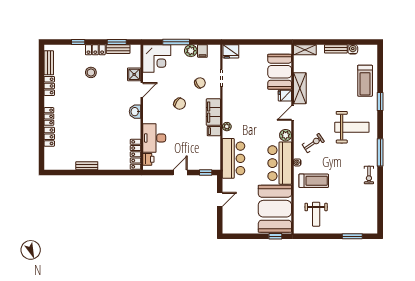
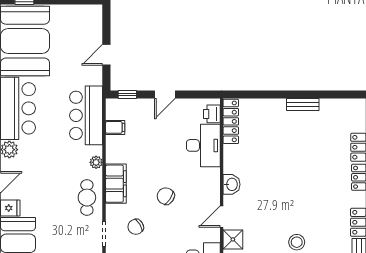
cafe table: (233, 103) -> (87, 198), added
filing cabinet: (214, 131) -> (115, 127), moved

